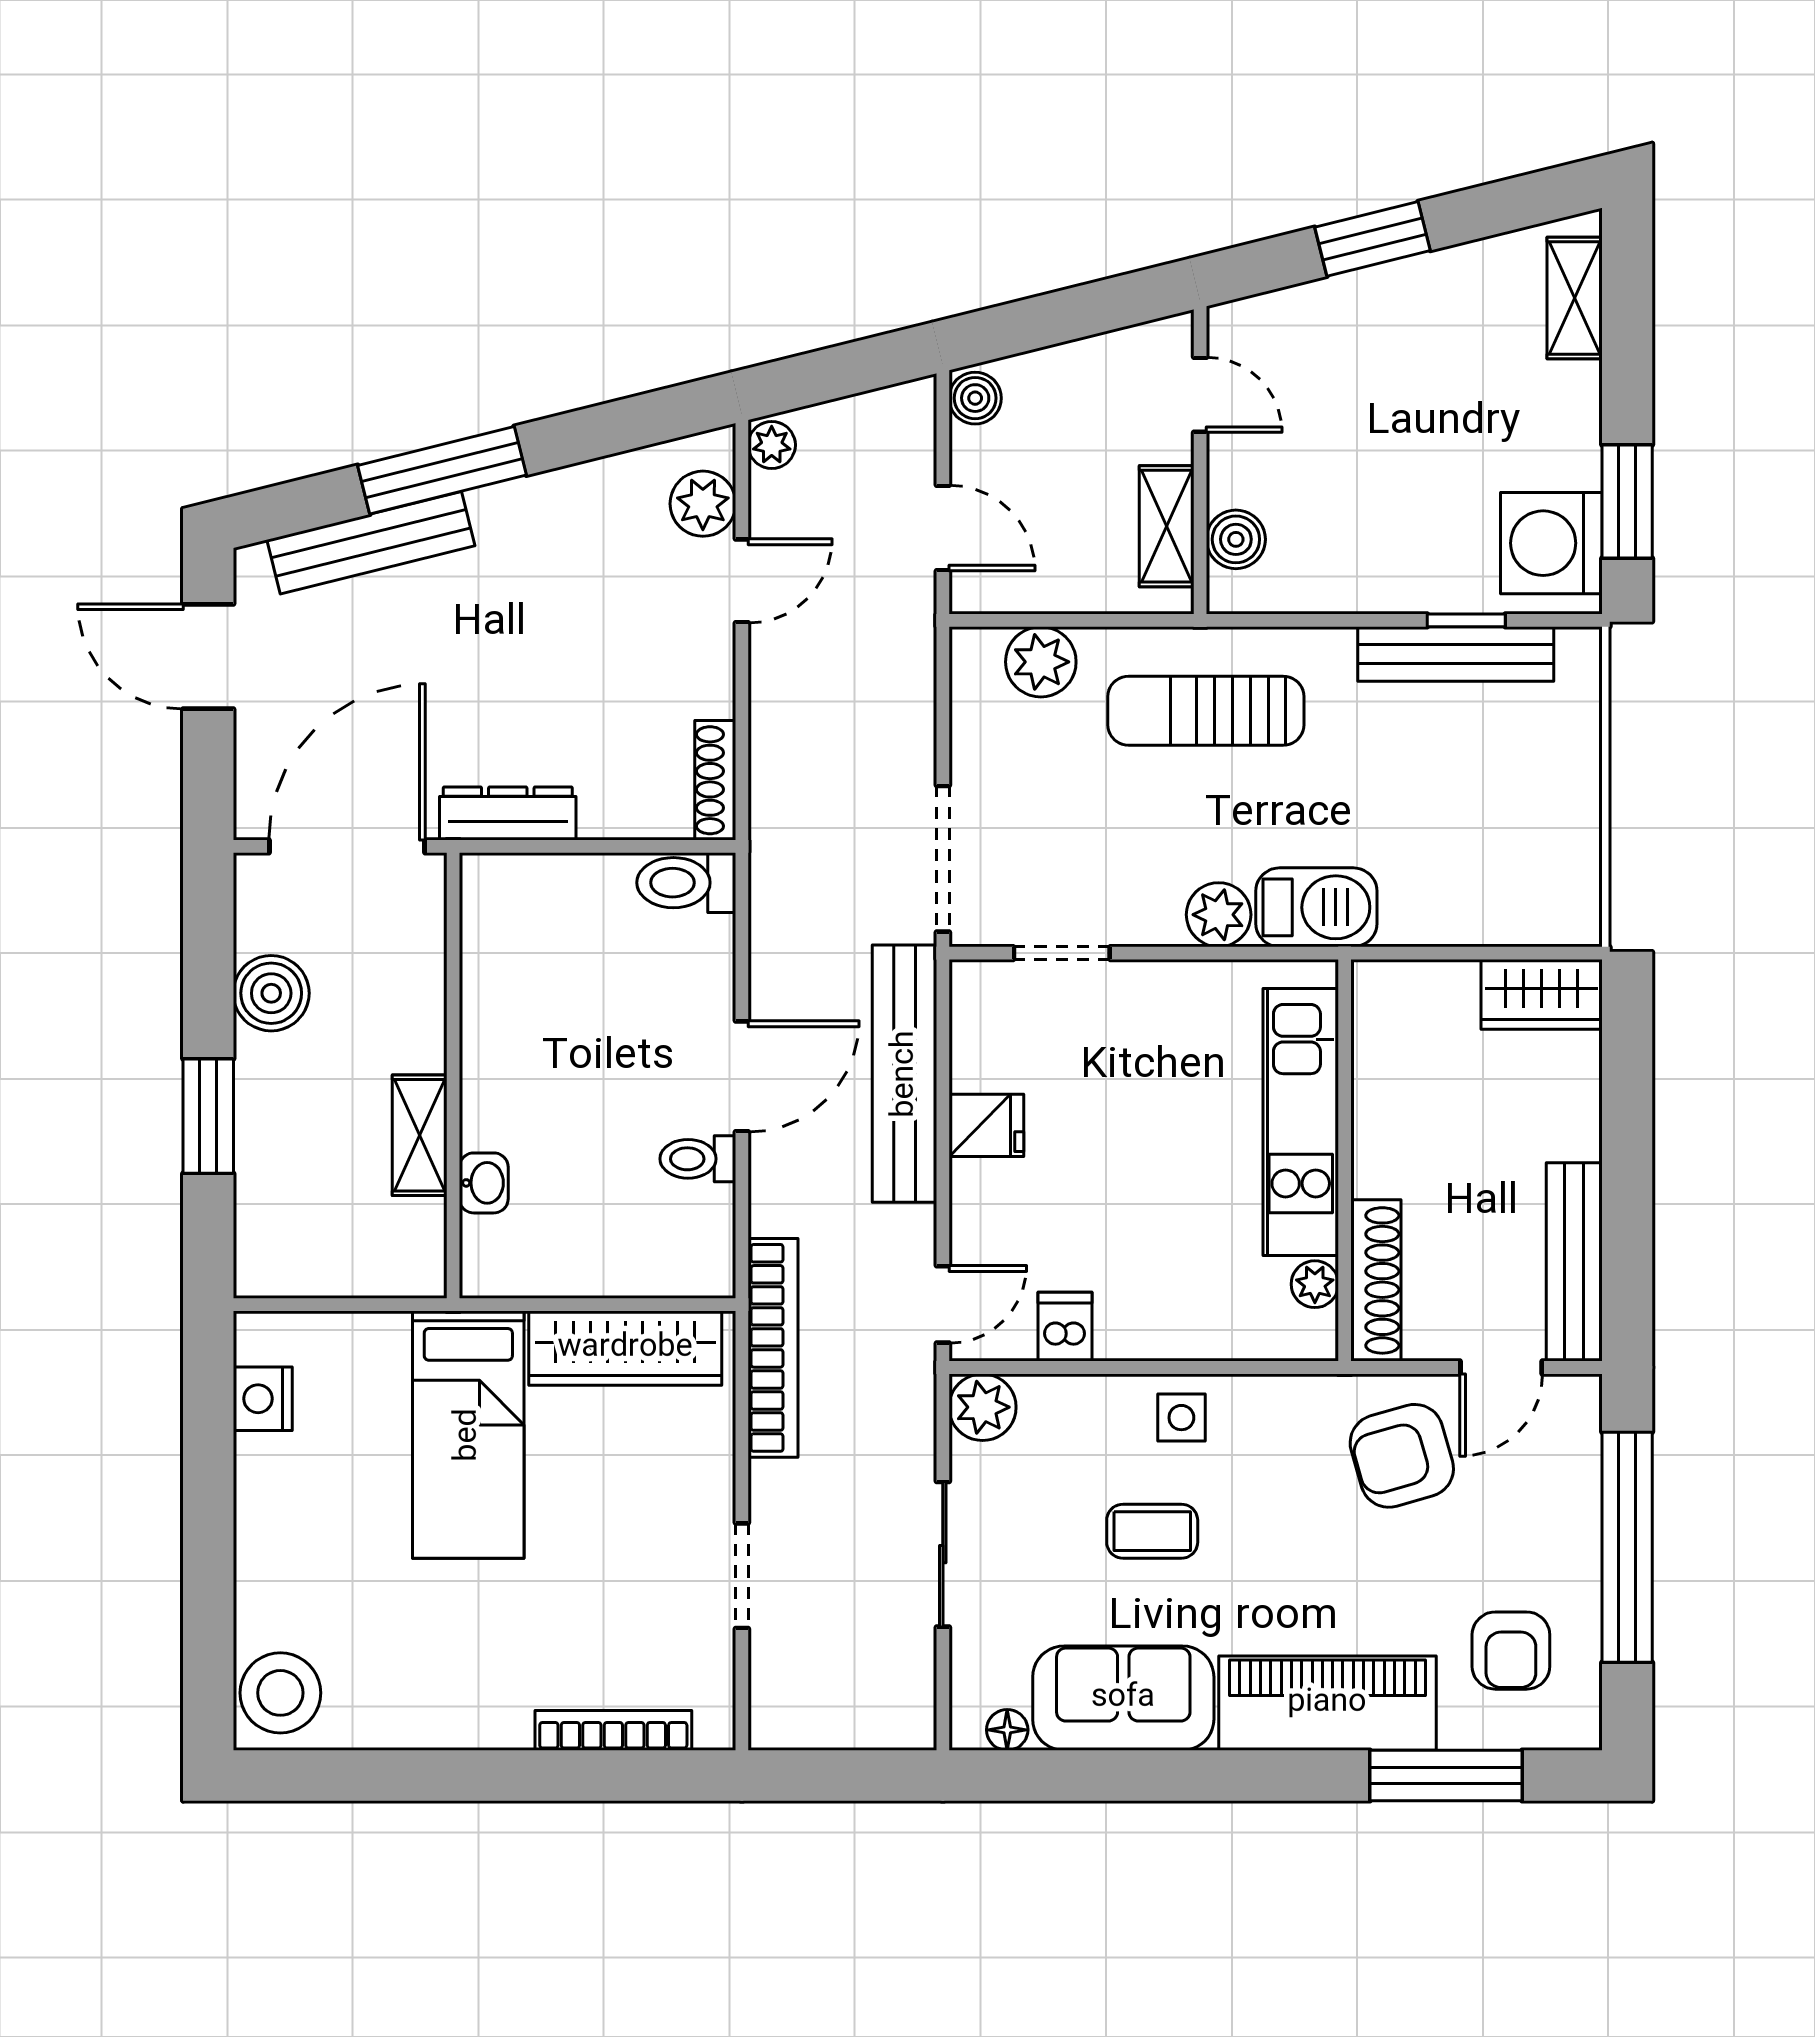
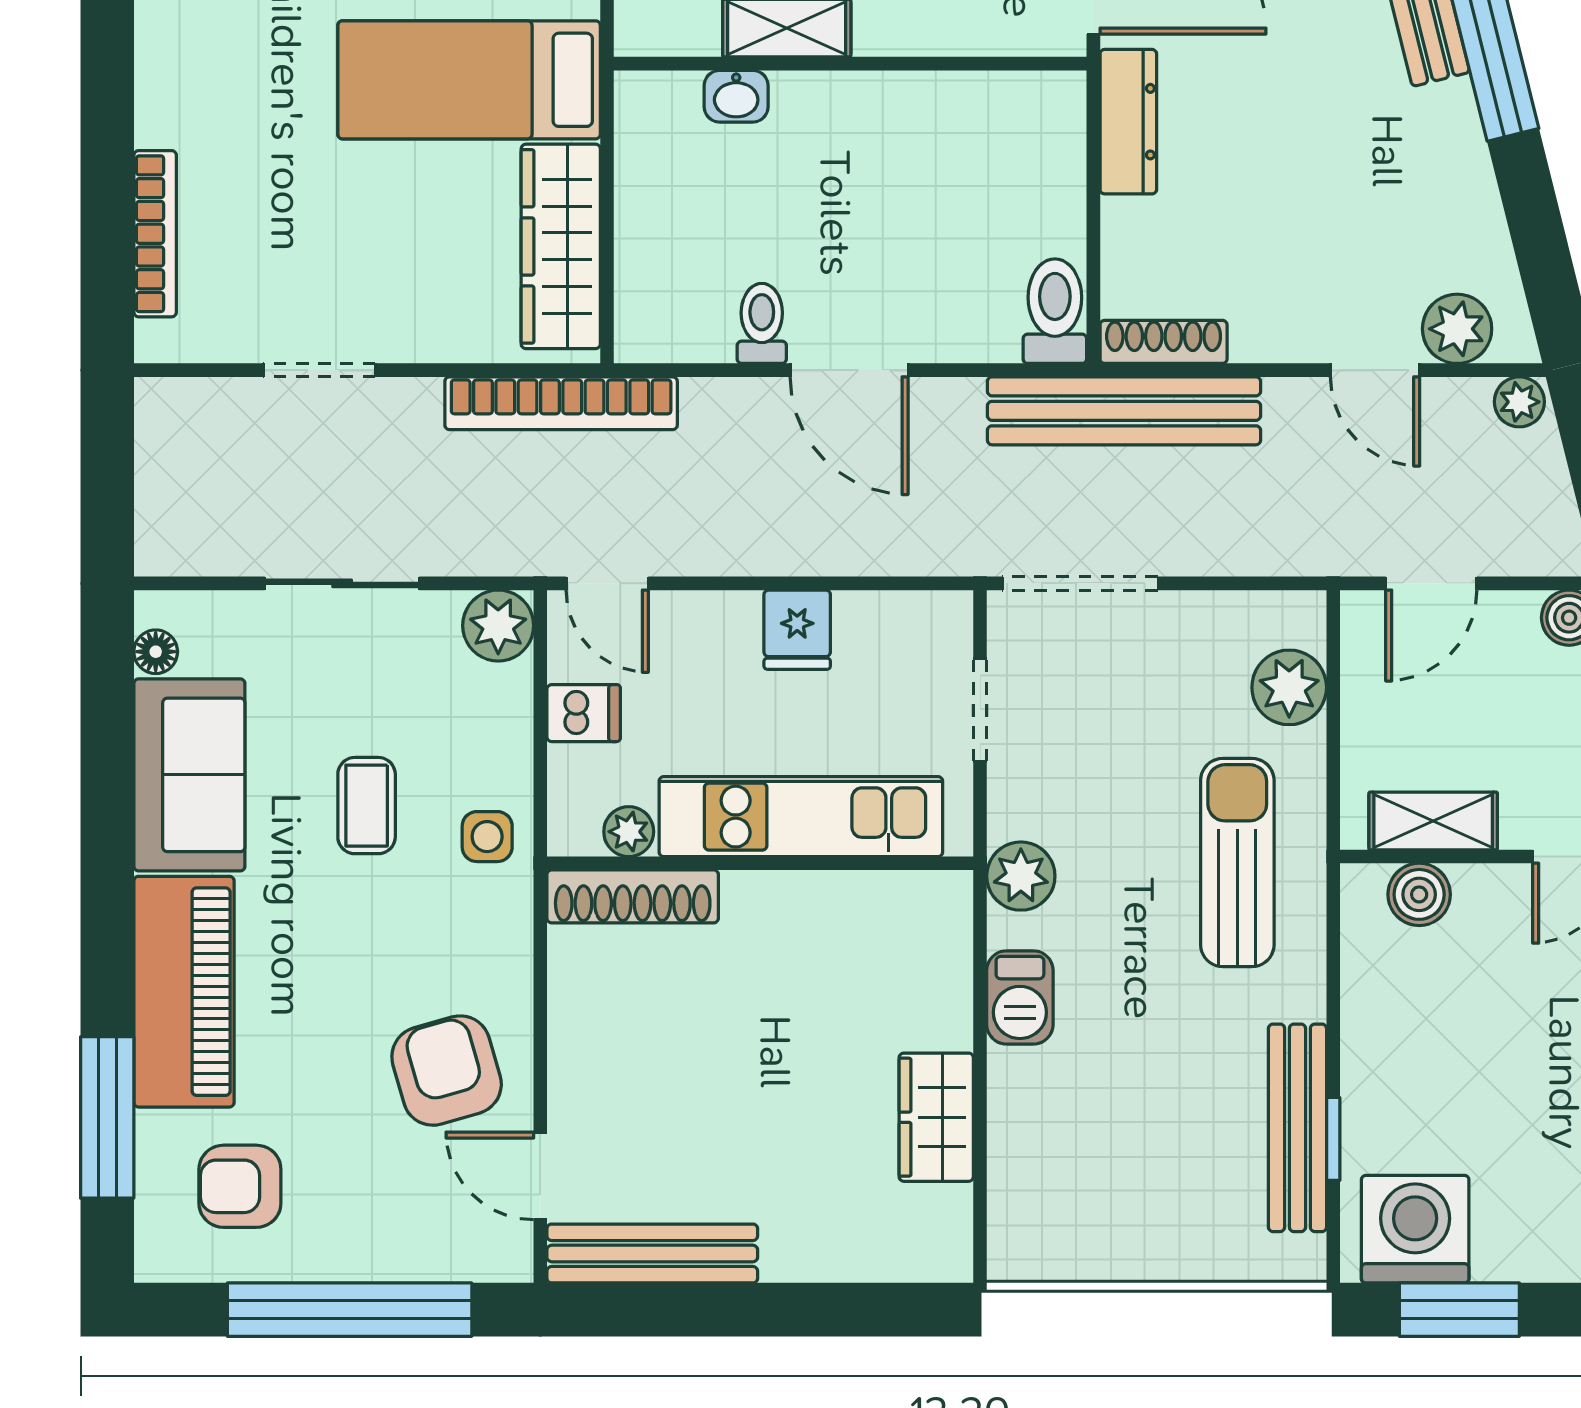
barbecue: (1316, 907) -> (1020, 997), width x0.73, depth x0.79
wardrobe: (1541, 994) -> (936, 1117), moved
bench: (905, 1074) -> (1124, 411), moved
kitchen unit: (1301, 1122) -> (801, 817), moved
wall: (1345, 1160) -> (760, 863), moved
shoe rack: (1376, 1280) -> (633, 896), moved
plant: (1315, 1284) -> (629, 832), moved

